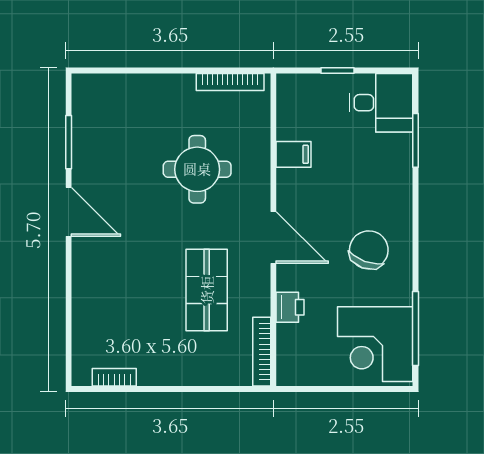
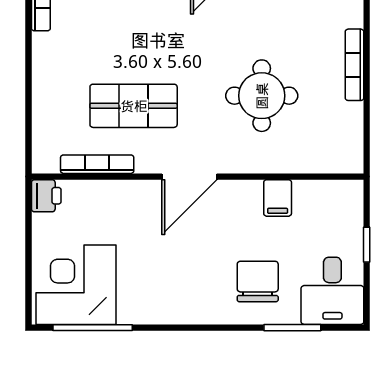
bookcase: (230, 82) -> (355, 65), moved
chair: (369, 250) -> (258, 281), moved, turned -110
printer: (290, 307) -> (46, 196), moved, turned -90
bookcase: (262, 352) -> (97, 164), moved

